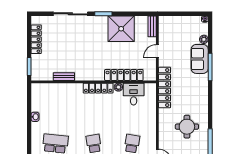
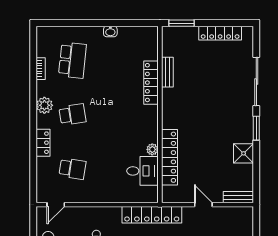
shower: (121, 29) -> (244, 153), width x0.54, depth x0.54
locker: (98, 88) -> (151, 83), moved

